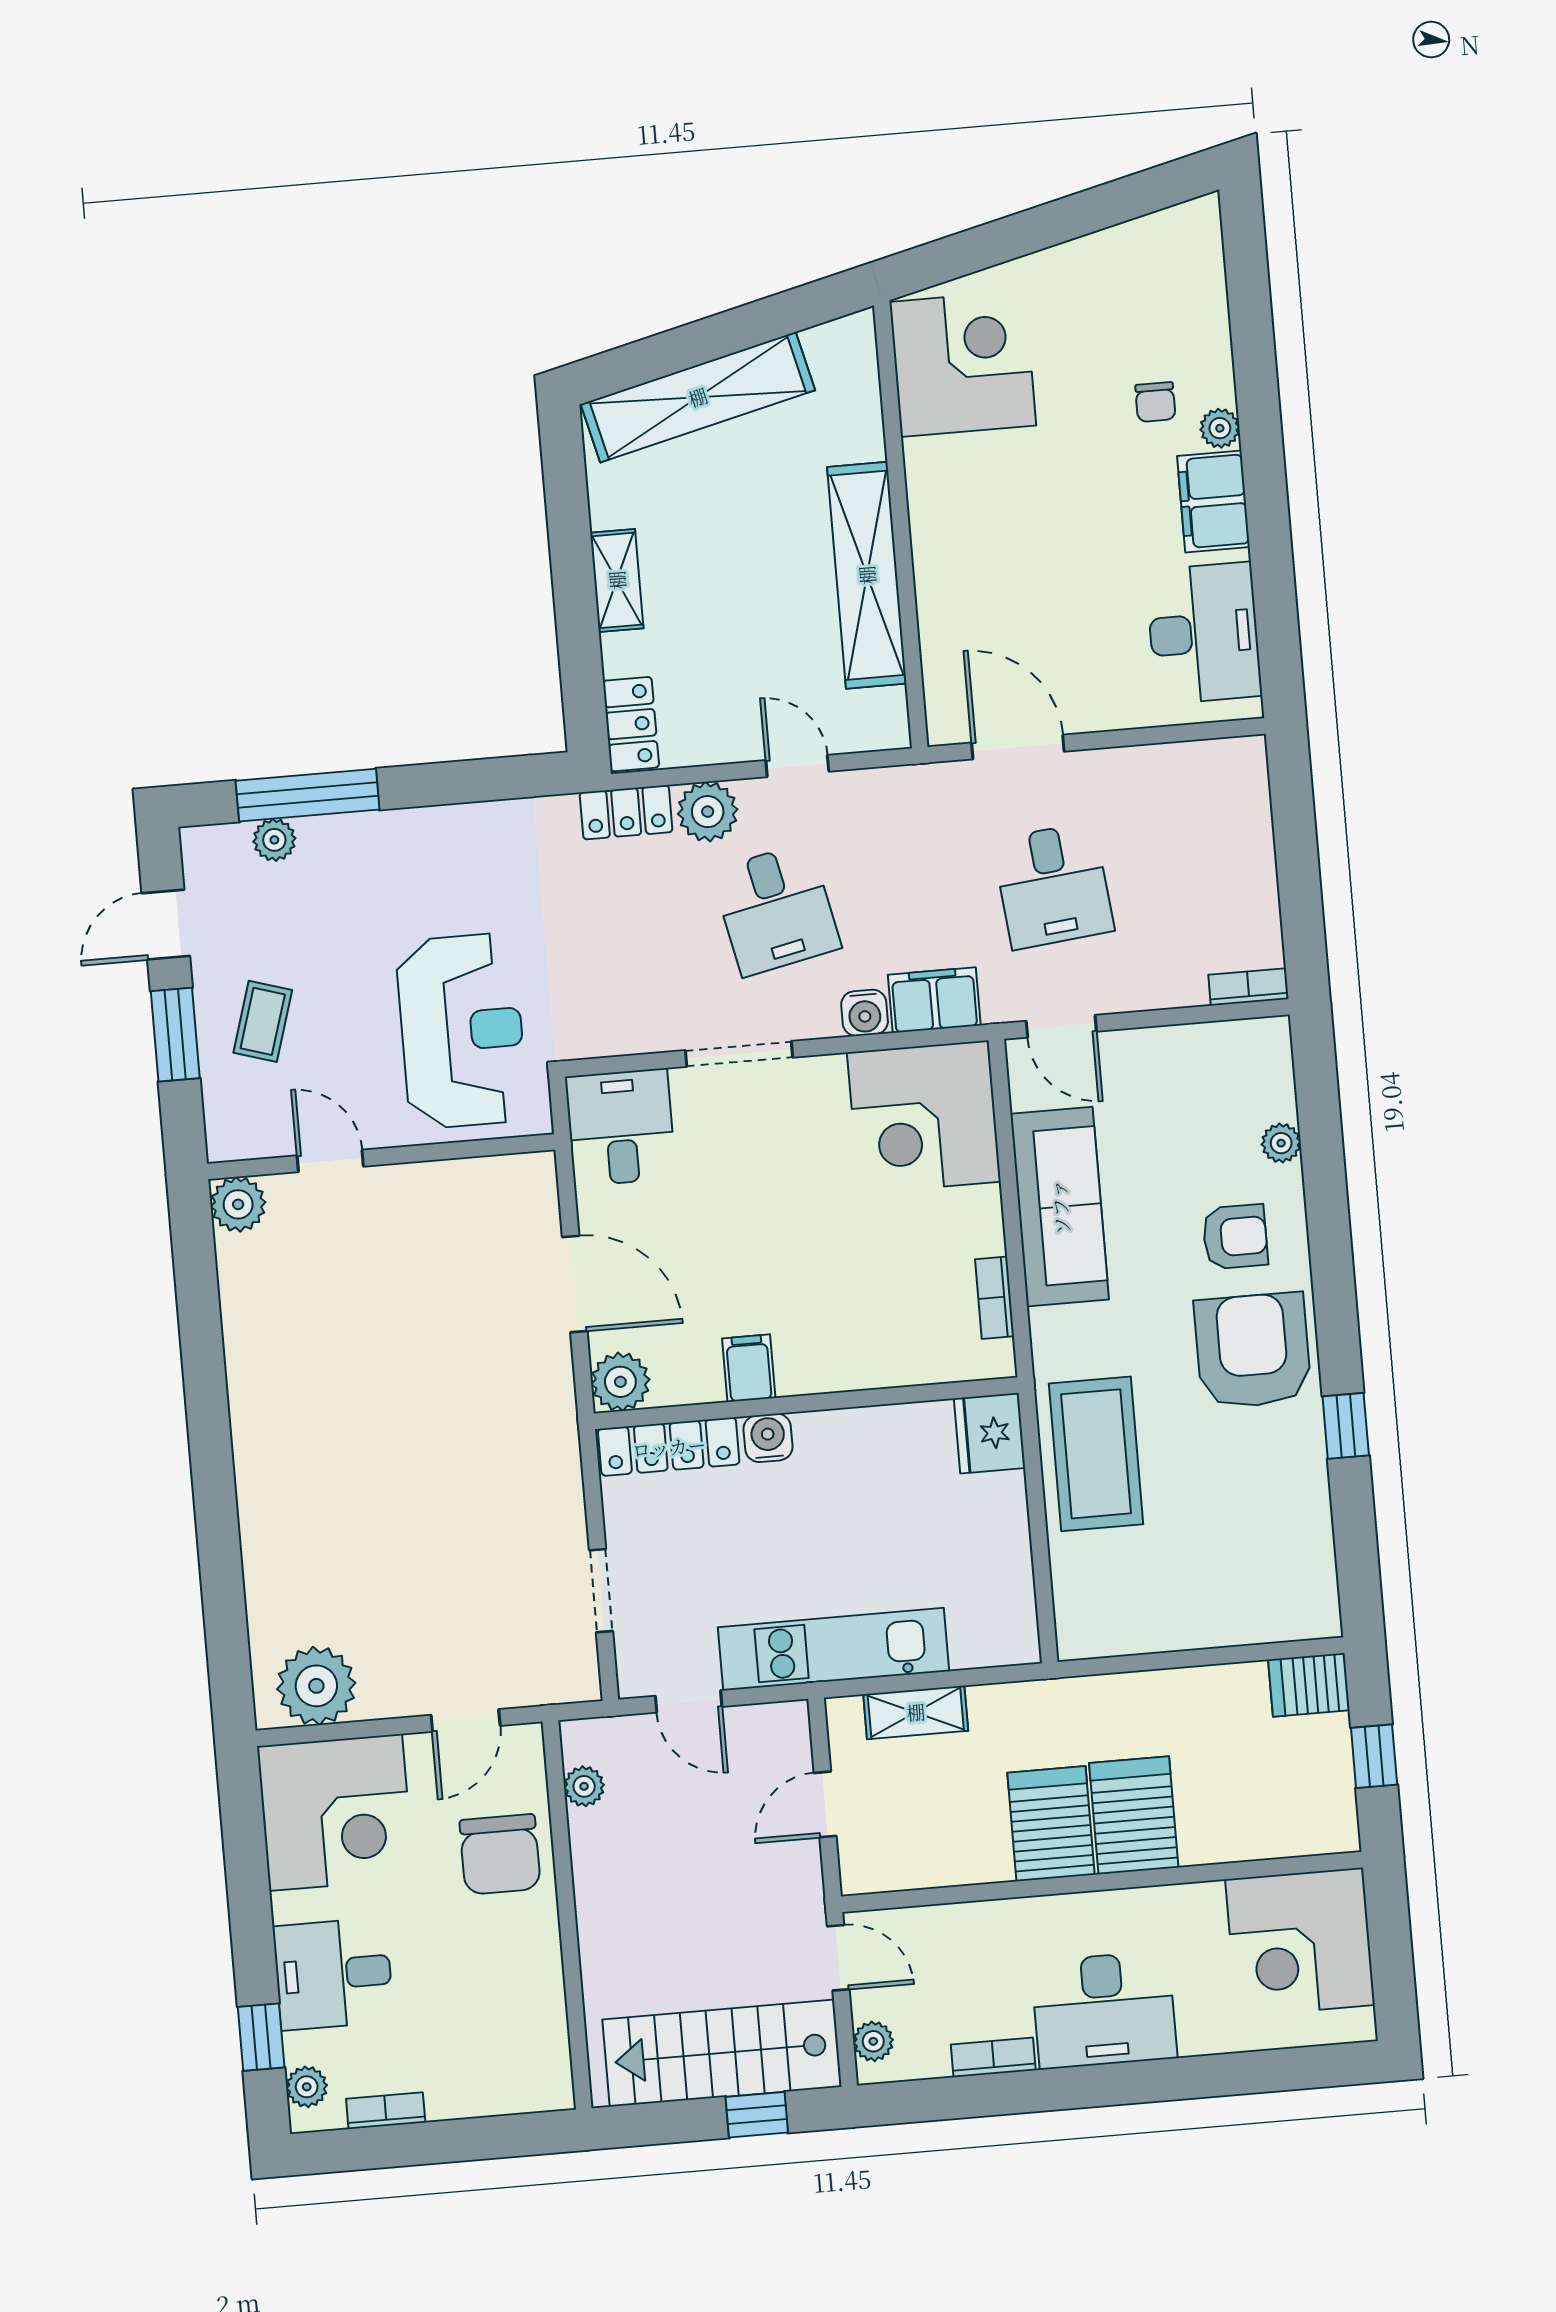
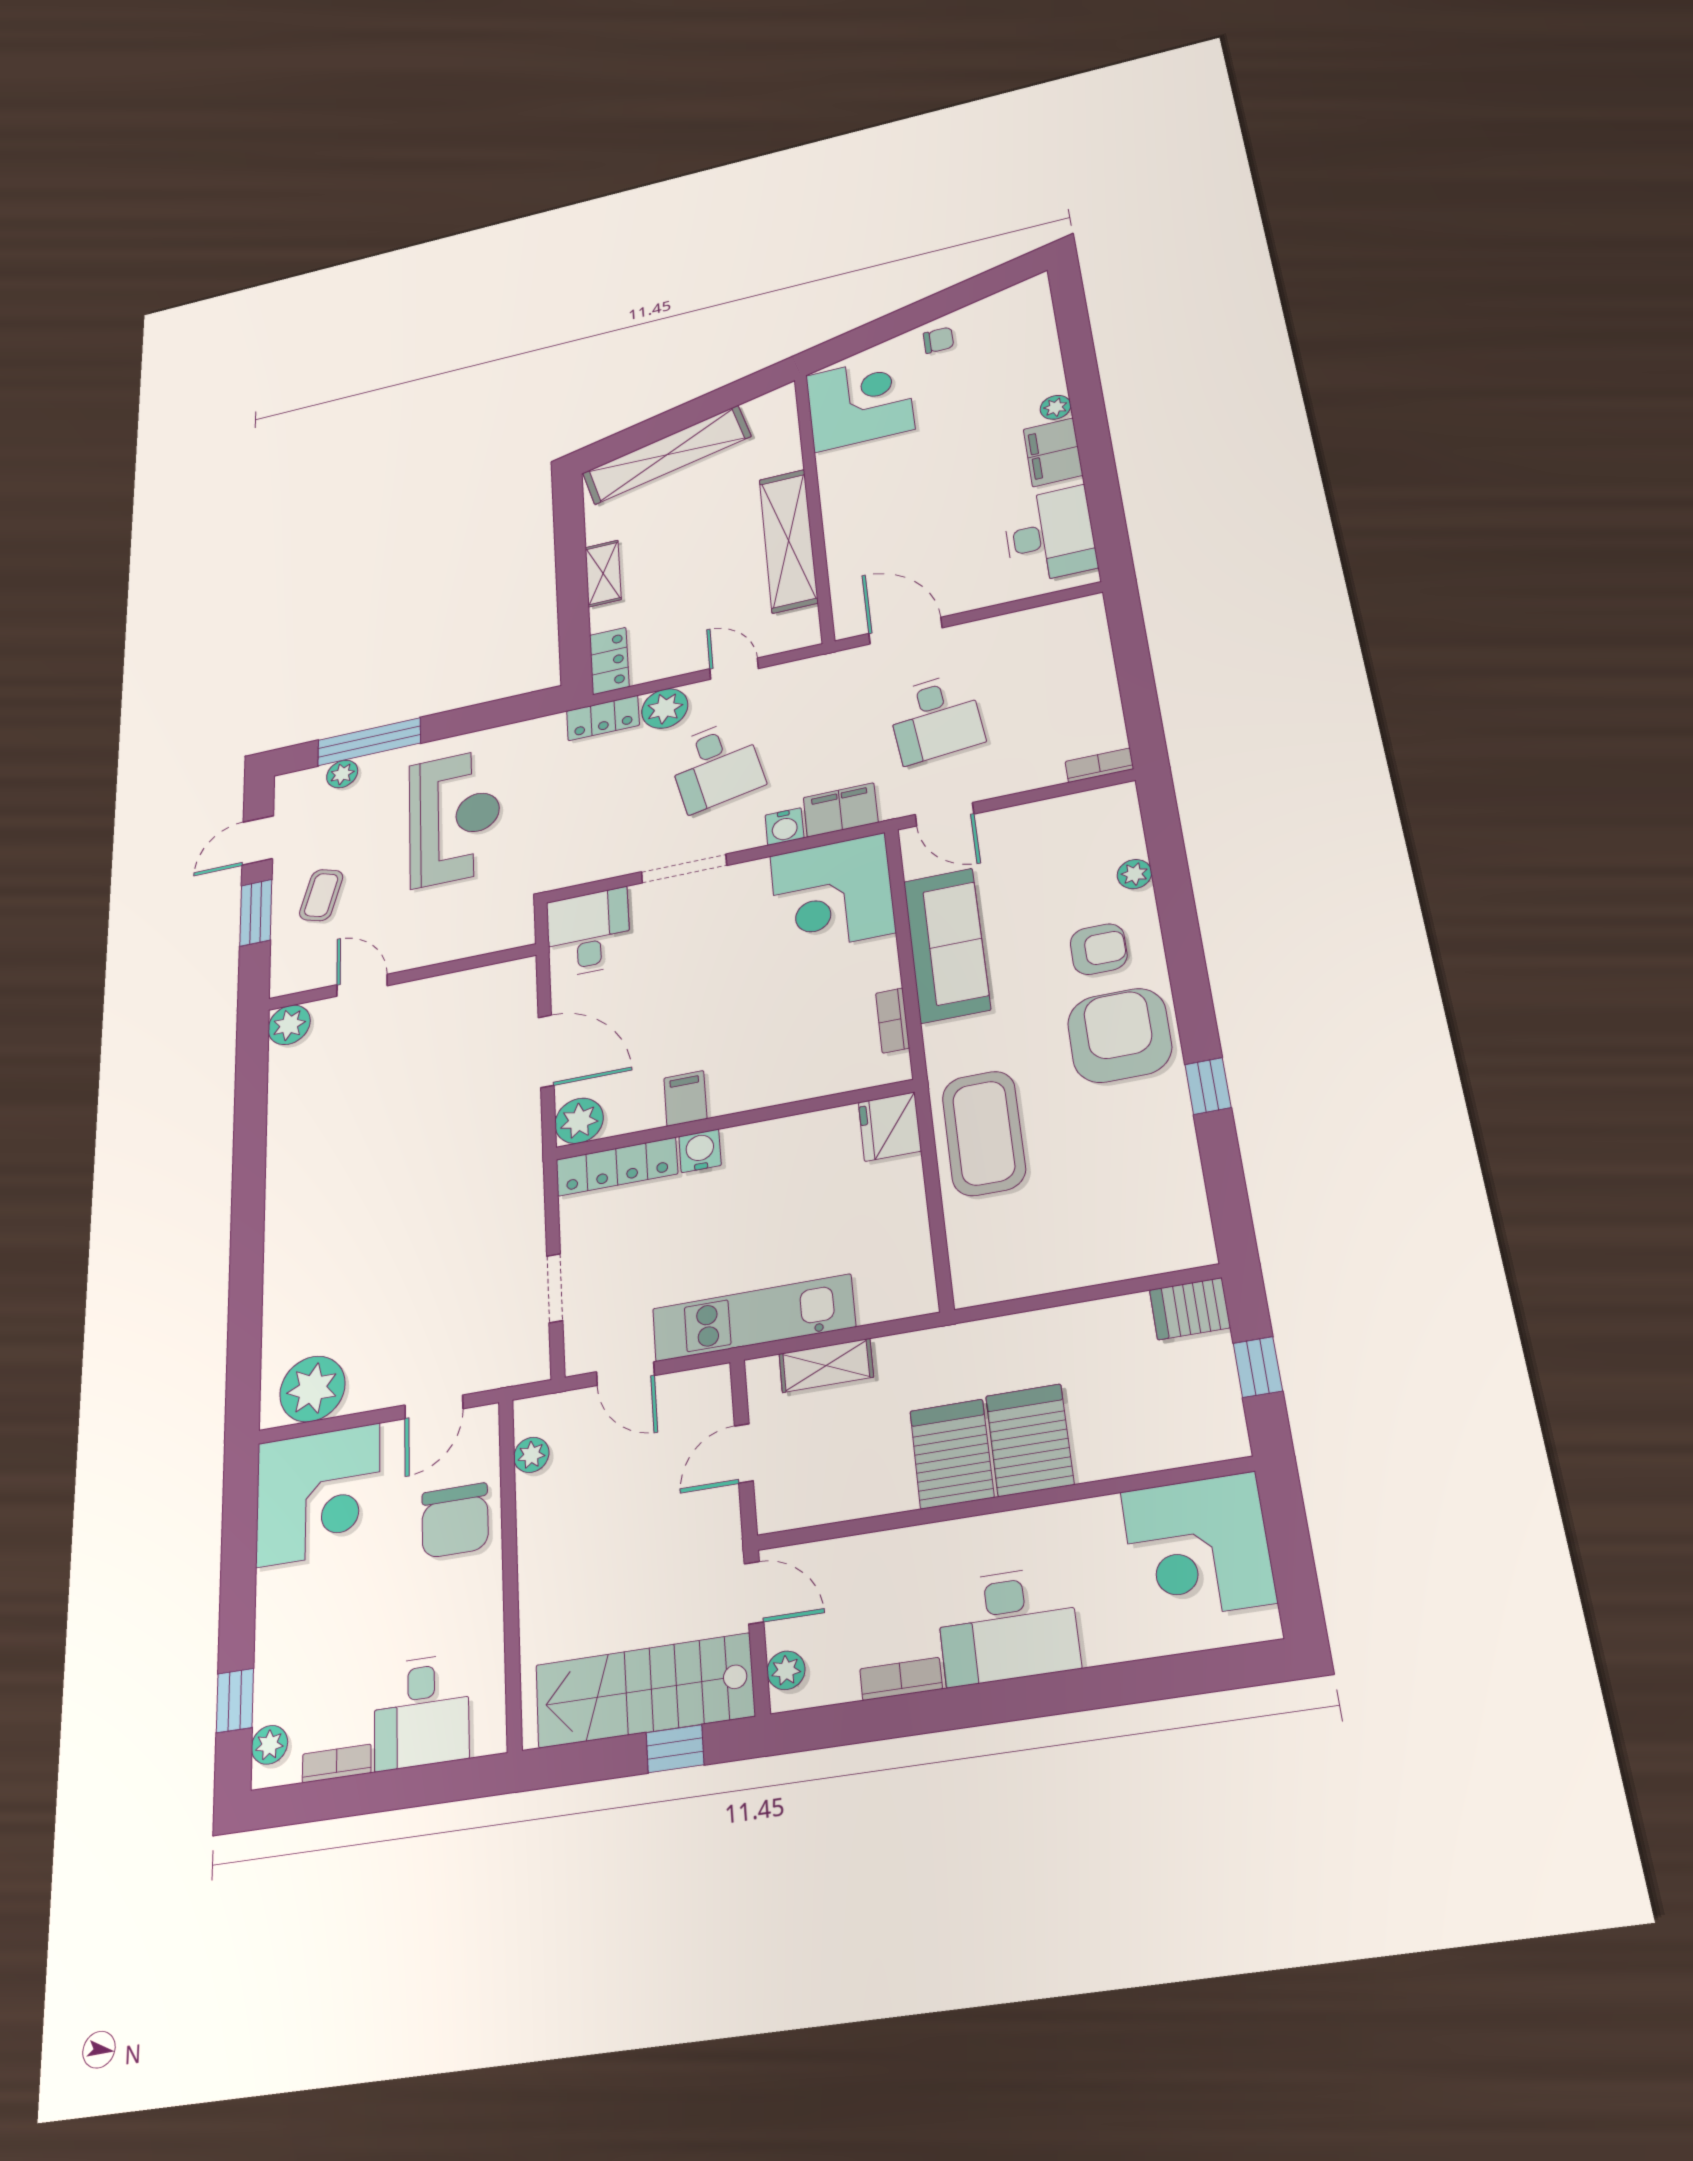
chair: (1155, 402) -> (938, 340), moved, turned -90
reception desk: (462, 1031) -> (454, 817), moved
desk: (333, 1974) -> (421, 1712), moved, turned -90

